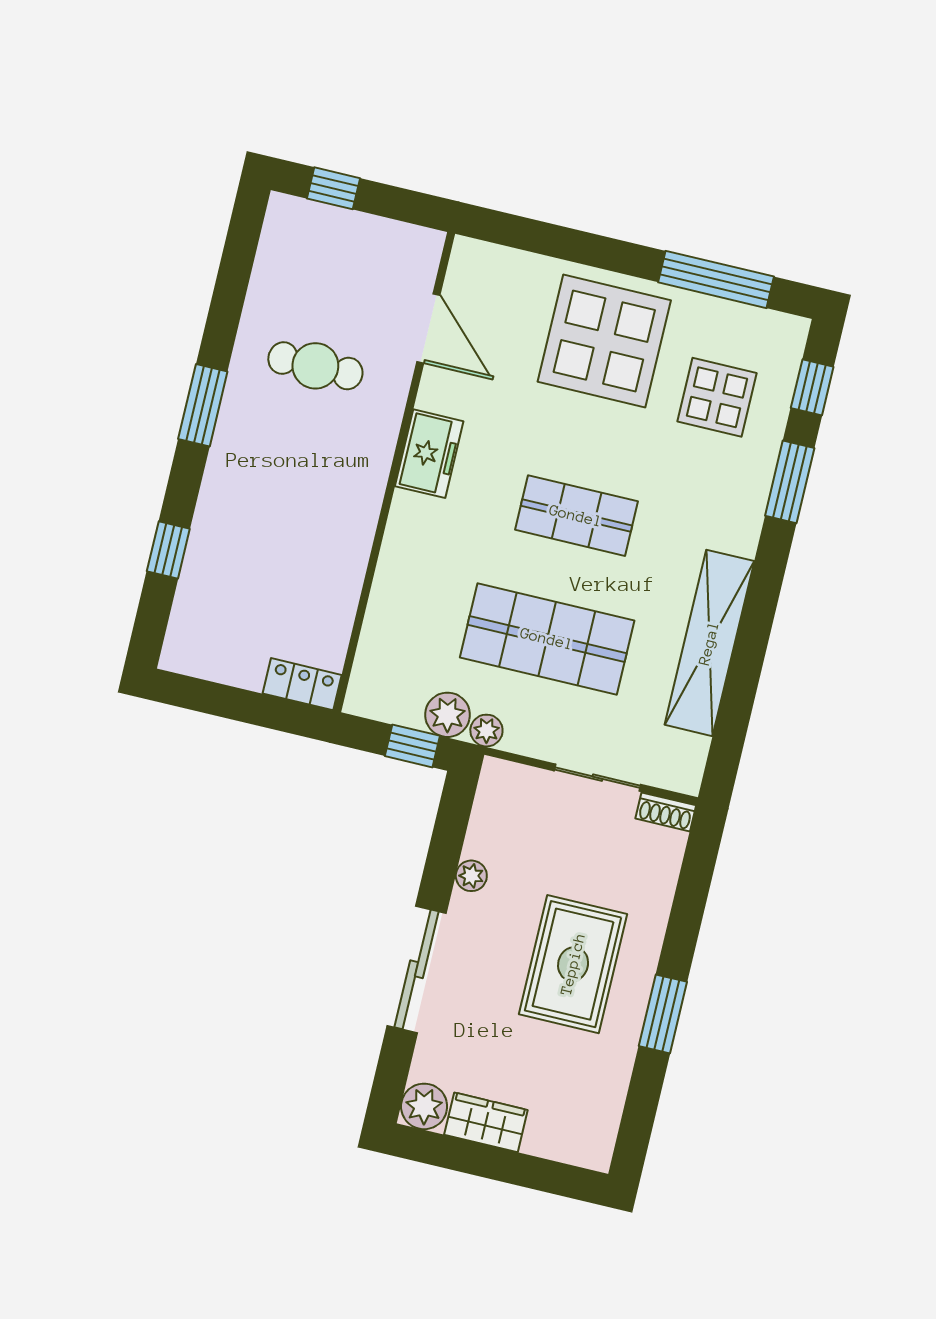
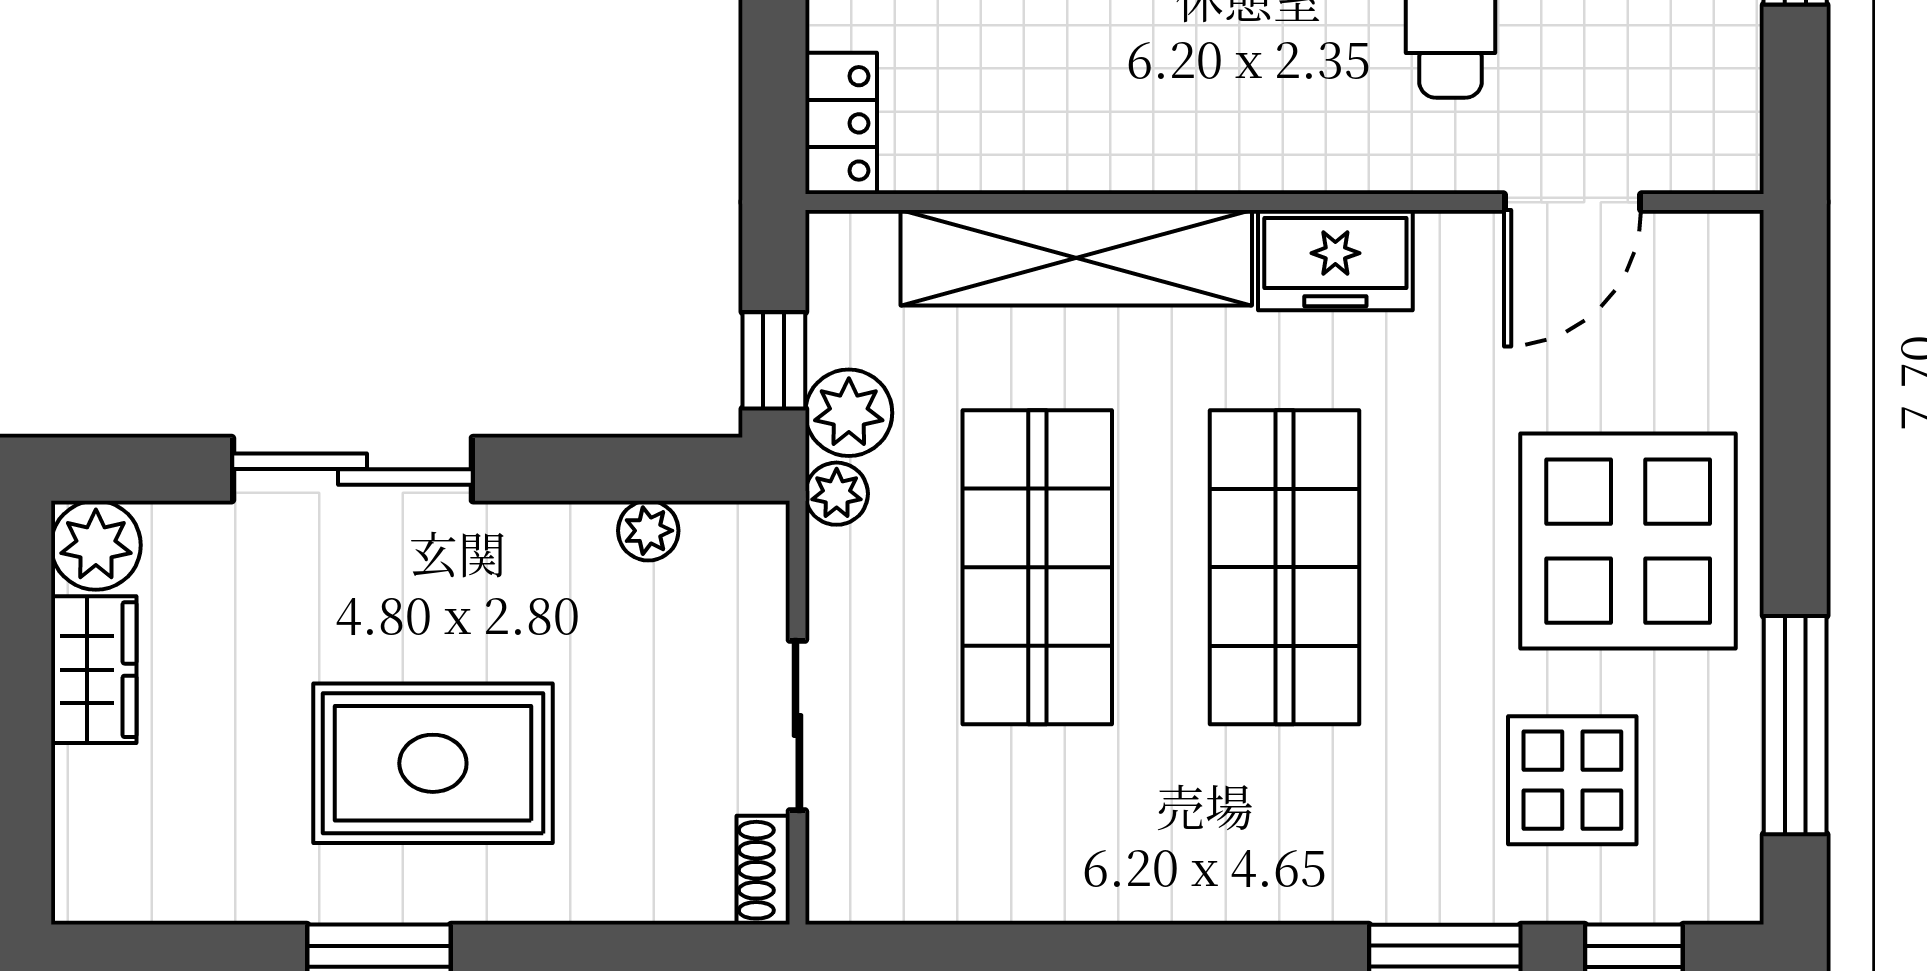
shop shelf: (576, 516) -> (1284, 567), width x1.43, depth x1.36
shelving: (709, 643) -> (1076, 258), moved
plant: (471, 876) -> (648, 531), moved

